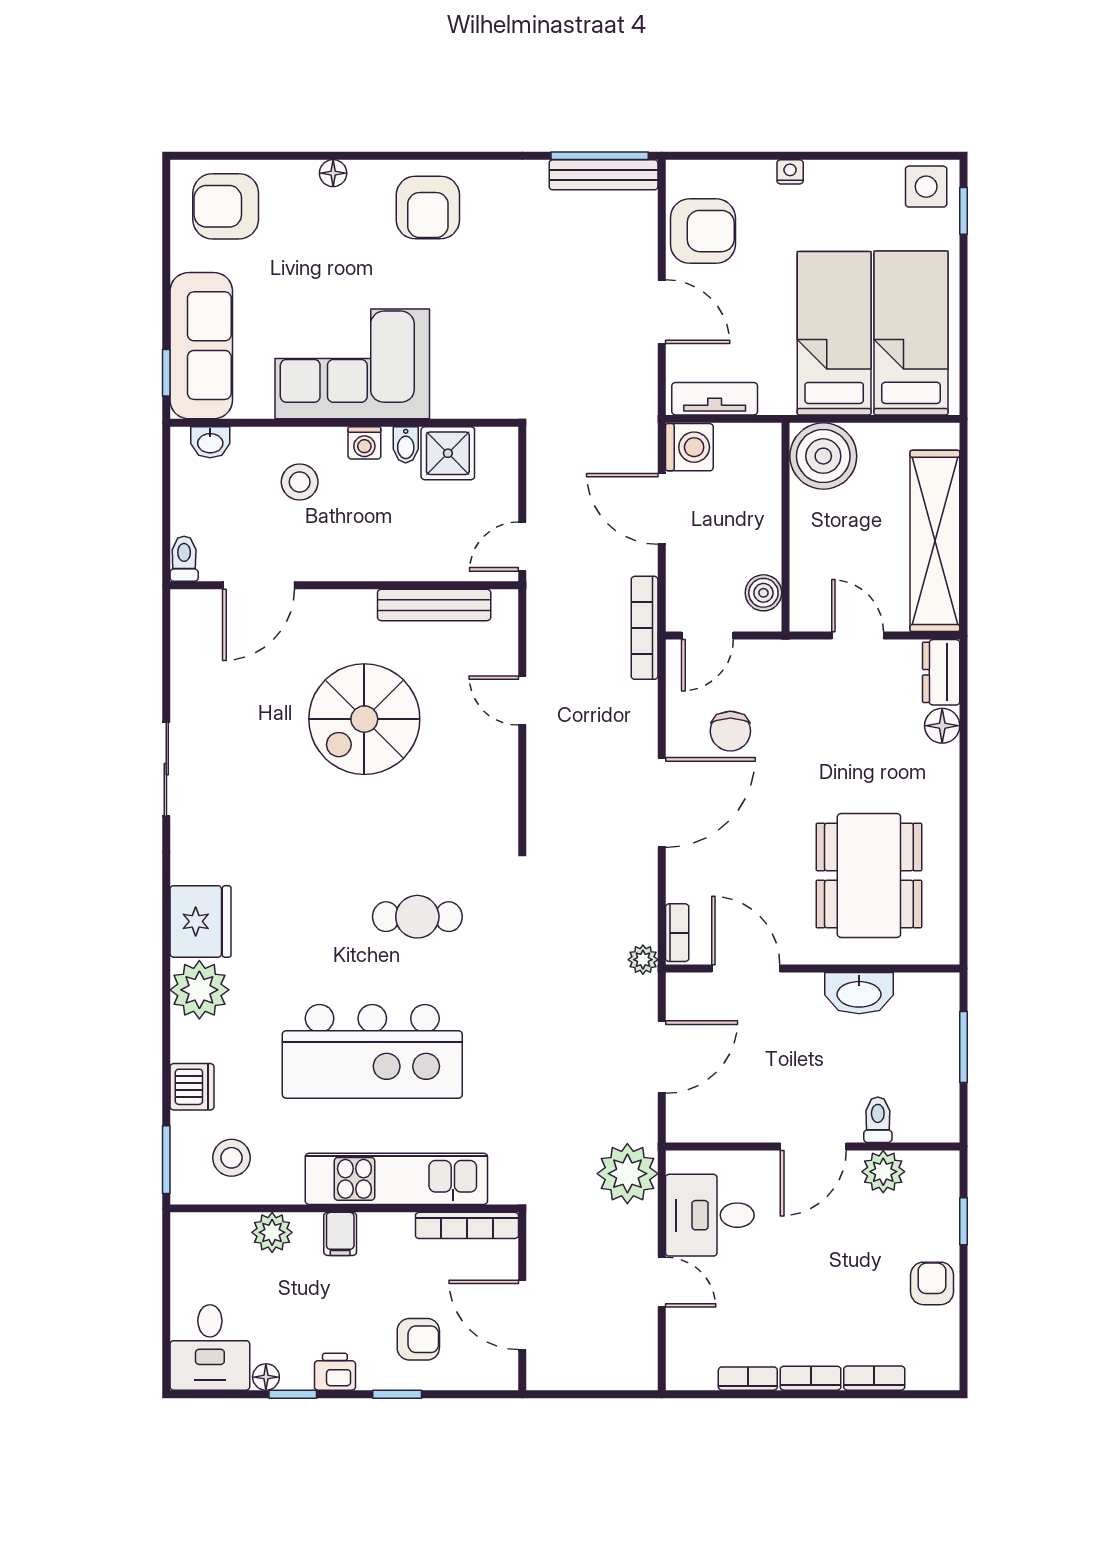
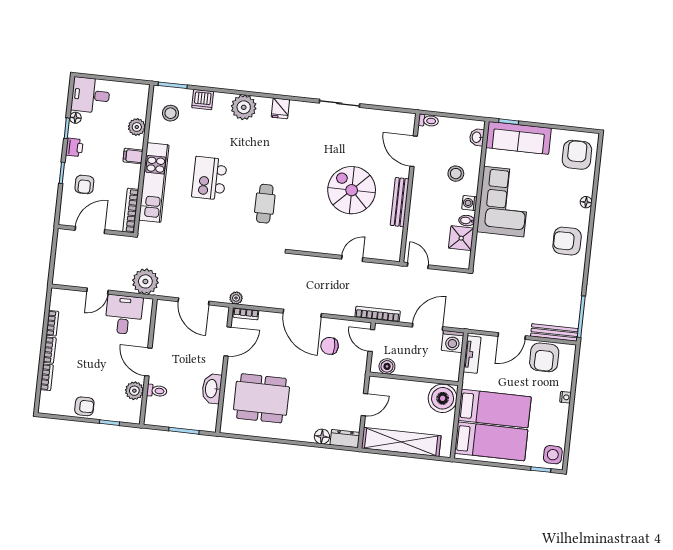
bench: (604, 175) -> (554, 332), moved, turned 90
bench: (434, 605) -> (400, 202), moved
fridge: (201, 921) -> (280, 108), width x0.53, depth x0.75
kitchen island: (372, 1051) -> (209, 178), width x0.54, depth x0.78

